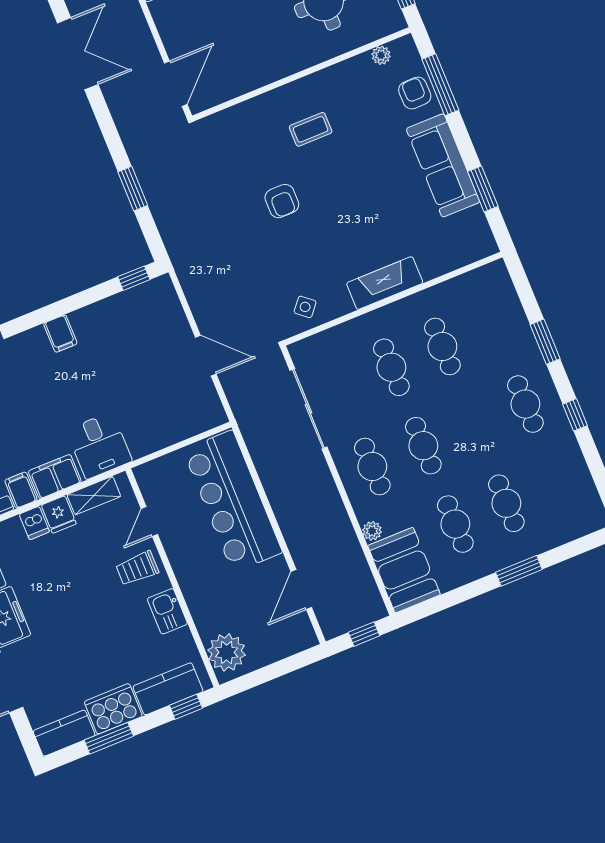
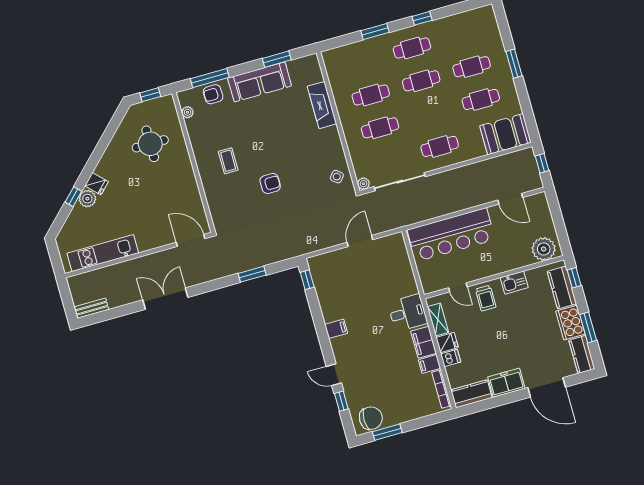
fireplace: (385, 283) -> (322, 105), moved
cafe table: (423, 446) -> (421, 81), moved
plant: (372, 531) -> (363, 184), moved

